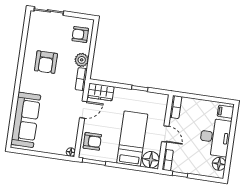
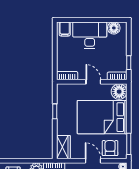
door: (83, 110) -> (93, 161), moved
door: (165, 134) -> (93, 82), hinge flipped
bed: (132, 139) -> (102, 117), width x1.50

